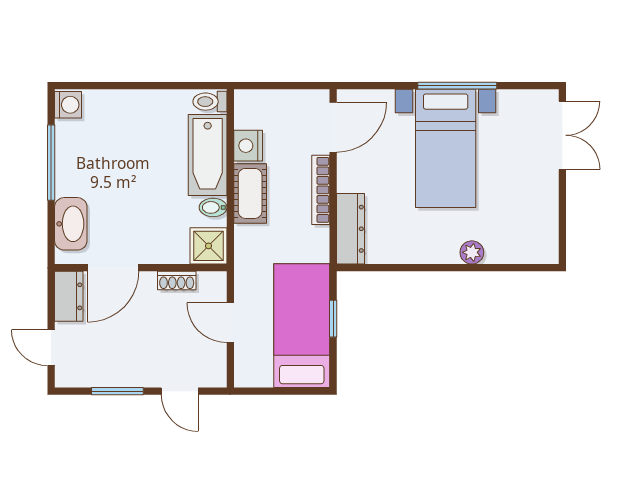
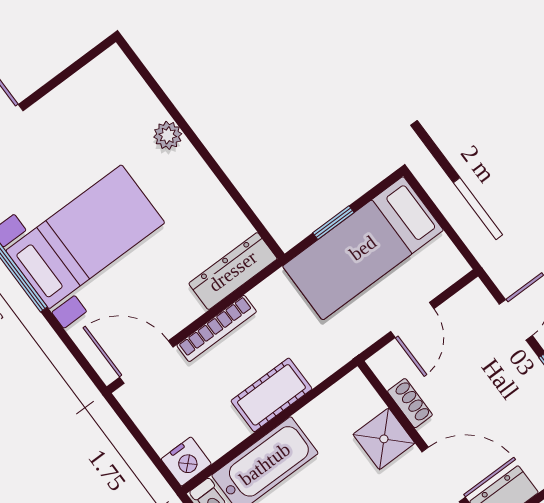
nightstand: (248, 146) -> (186, 461), moved
bidet: (213, 207) -> (312, 421), removed
shower: (208, 246) -> (384, 439), moved

